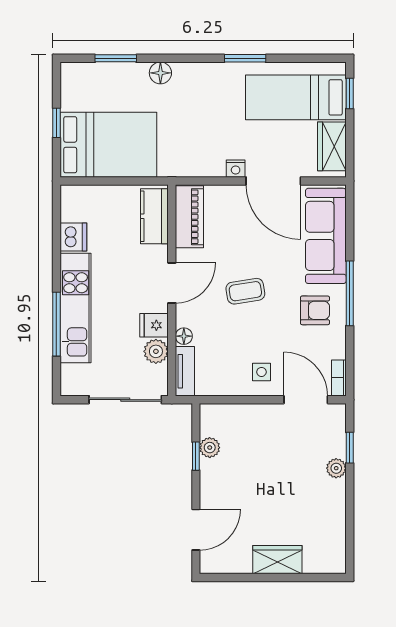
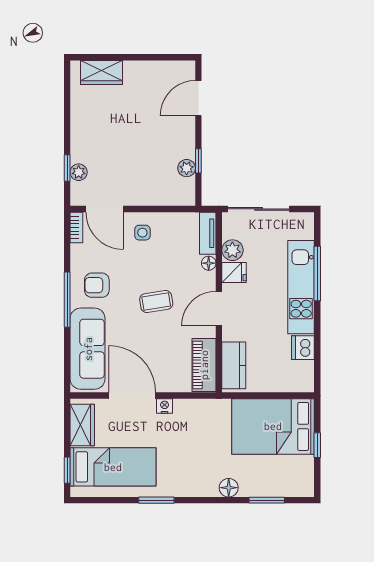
plant: (336, 468) -> (79, 172), moved
wardrobe: (277, 560) -> (101, 72), moved

